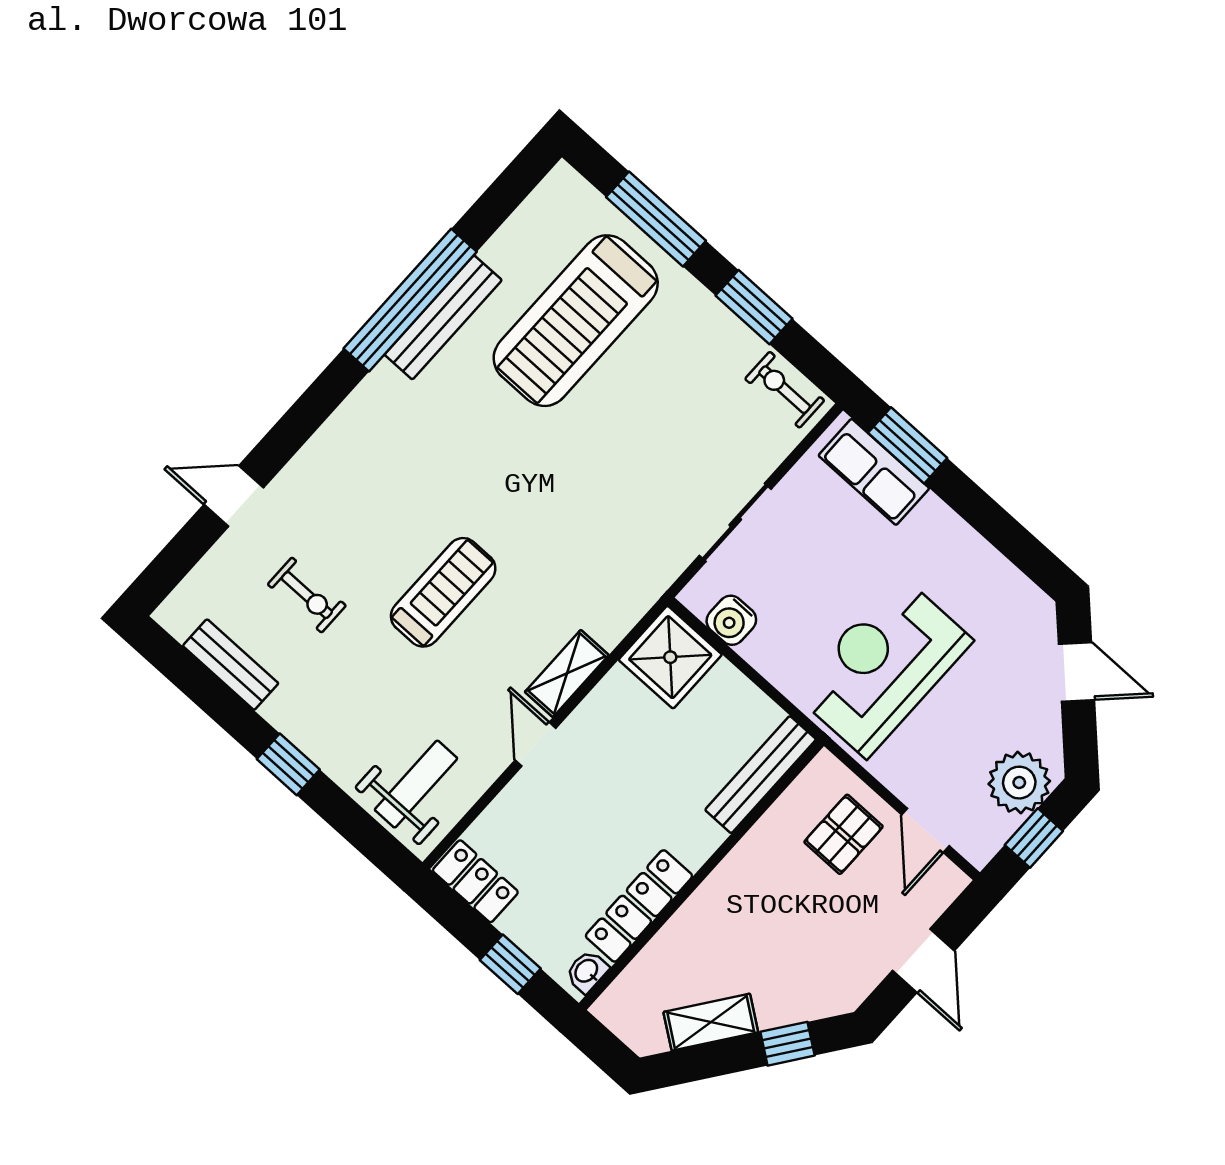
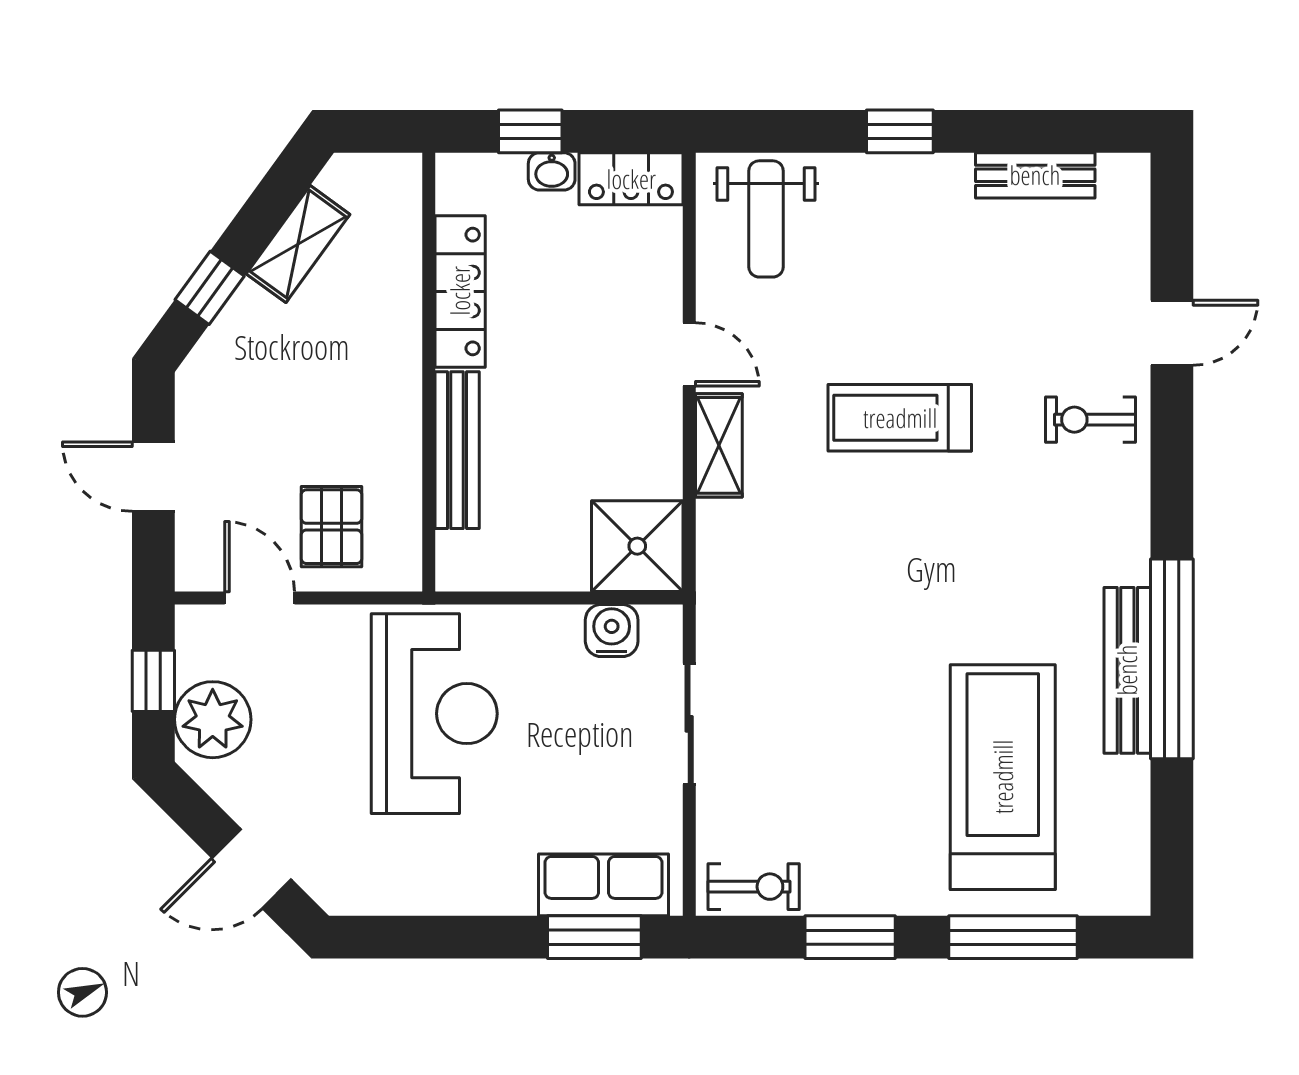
treadmill: (443, 592) -> (900, 418), turned 90
exercise bike: (307, 595) -> (1091, 420), moved
bench: (761, 775) -> (457, 450), moved
washbasin: (587, 971) -> (552, 171), moved, turned 90

